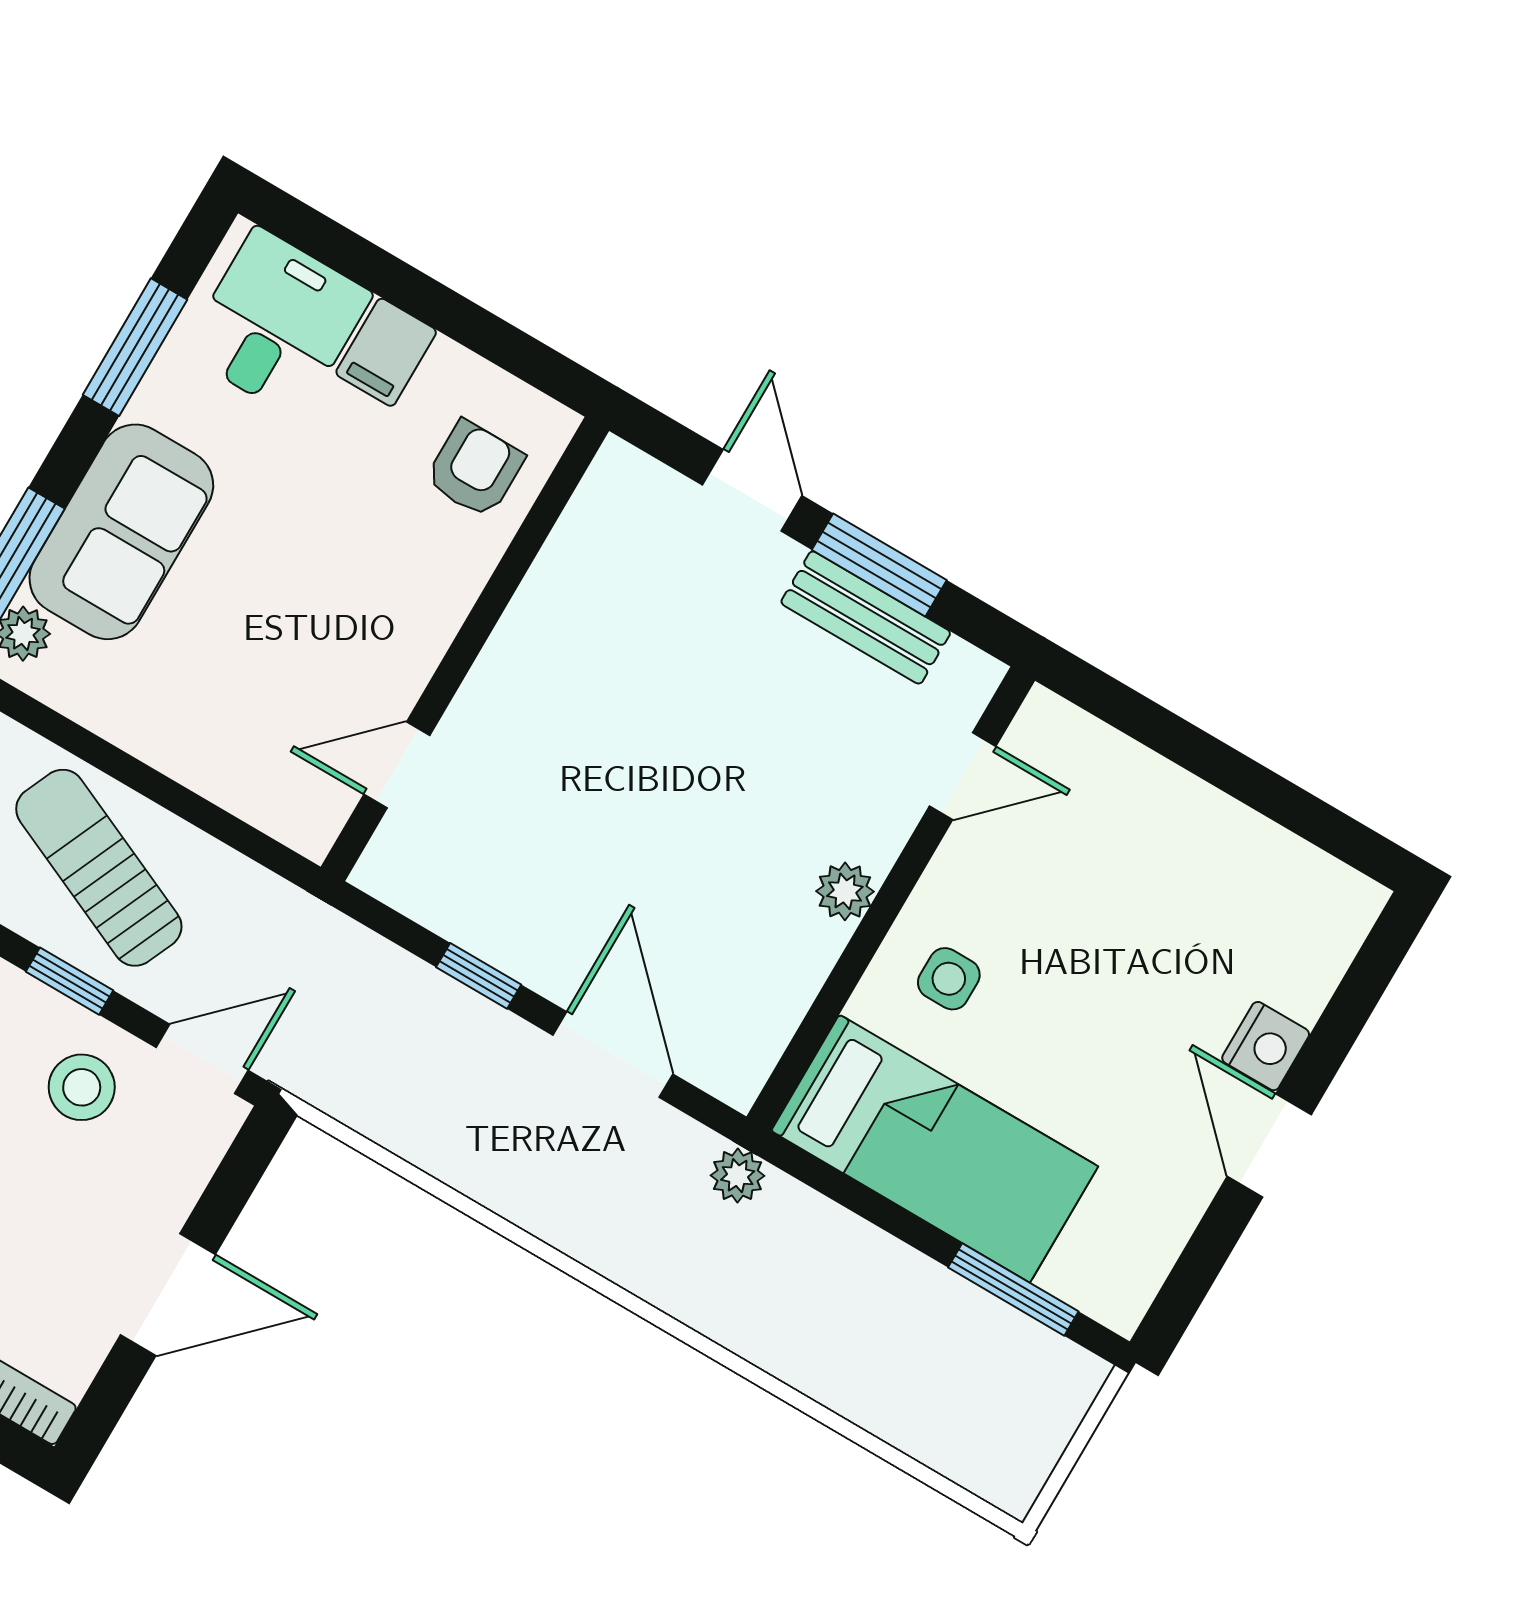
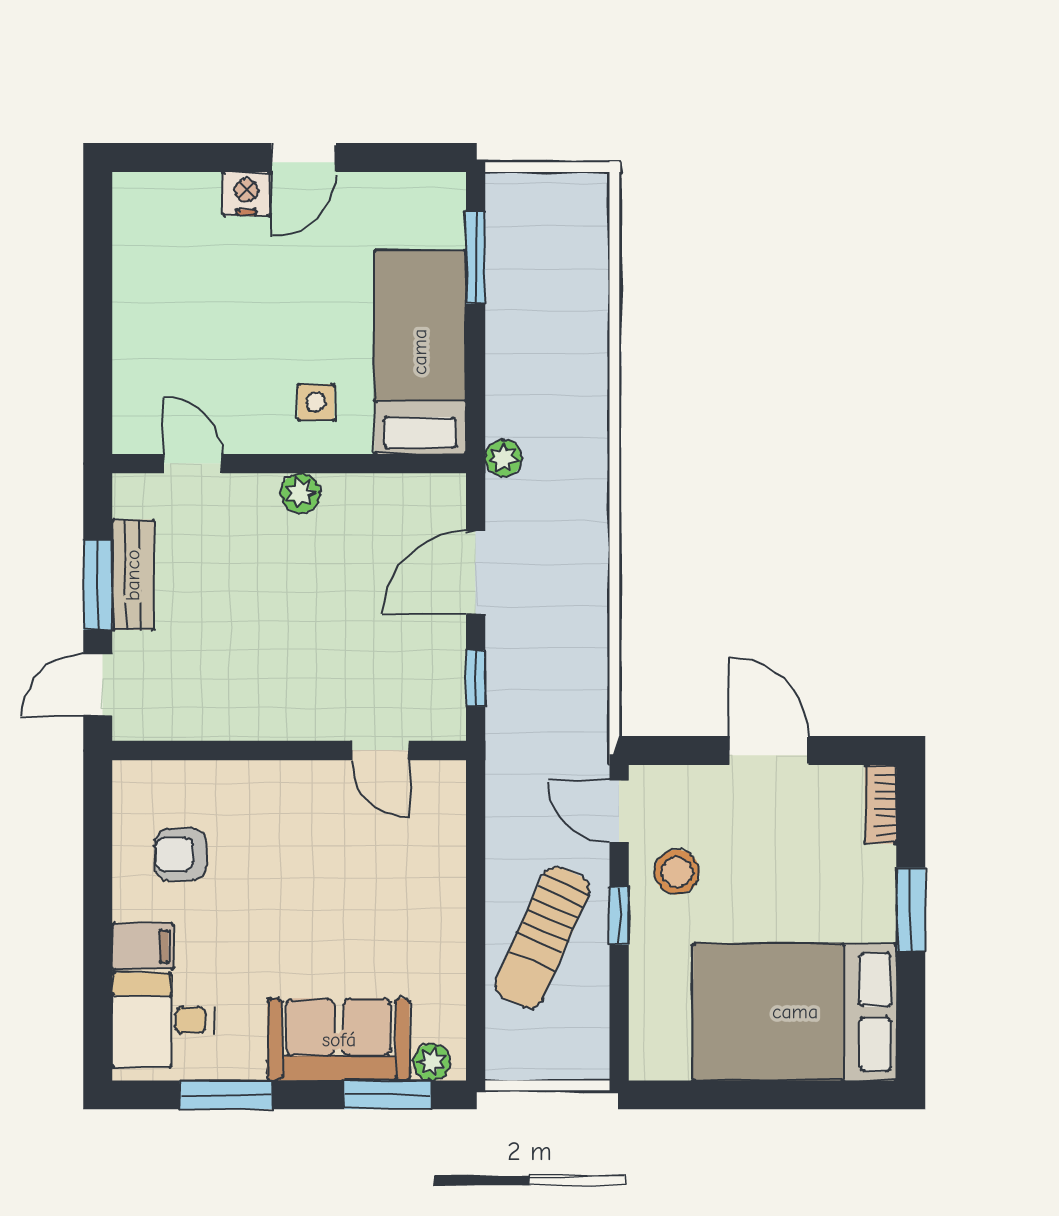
wall: (465, 649) -> (289, 751), moved
door: (397, 765) -> (380, 751), moved

